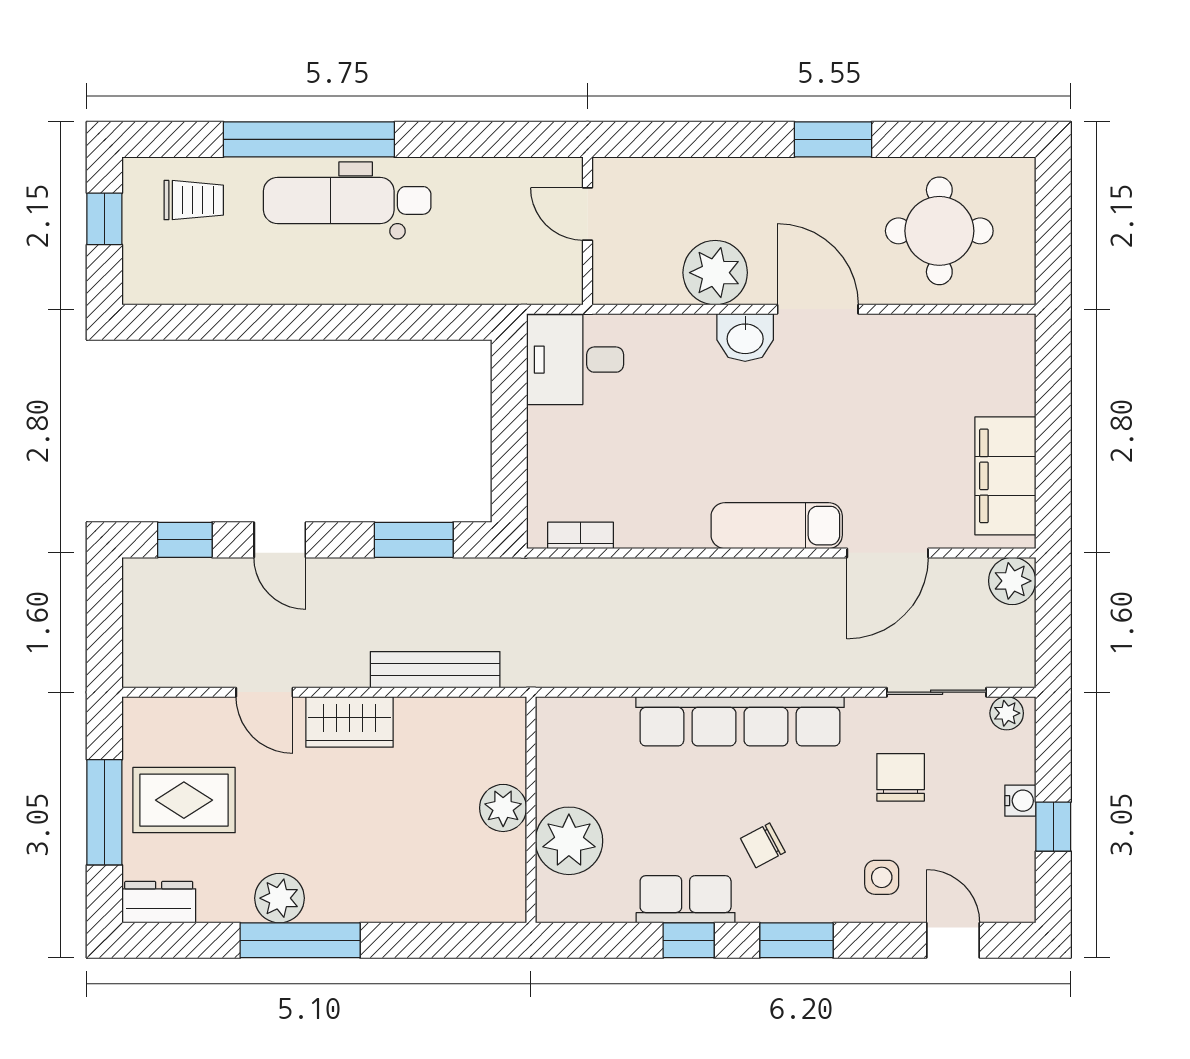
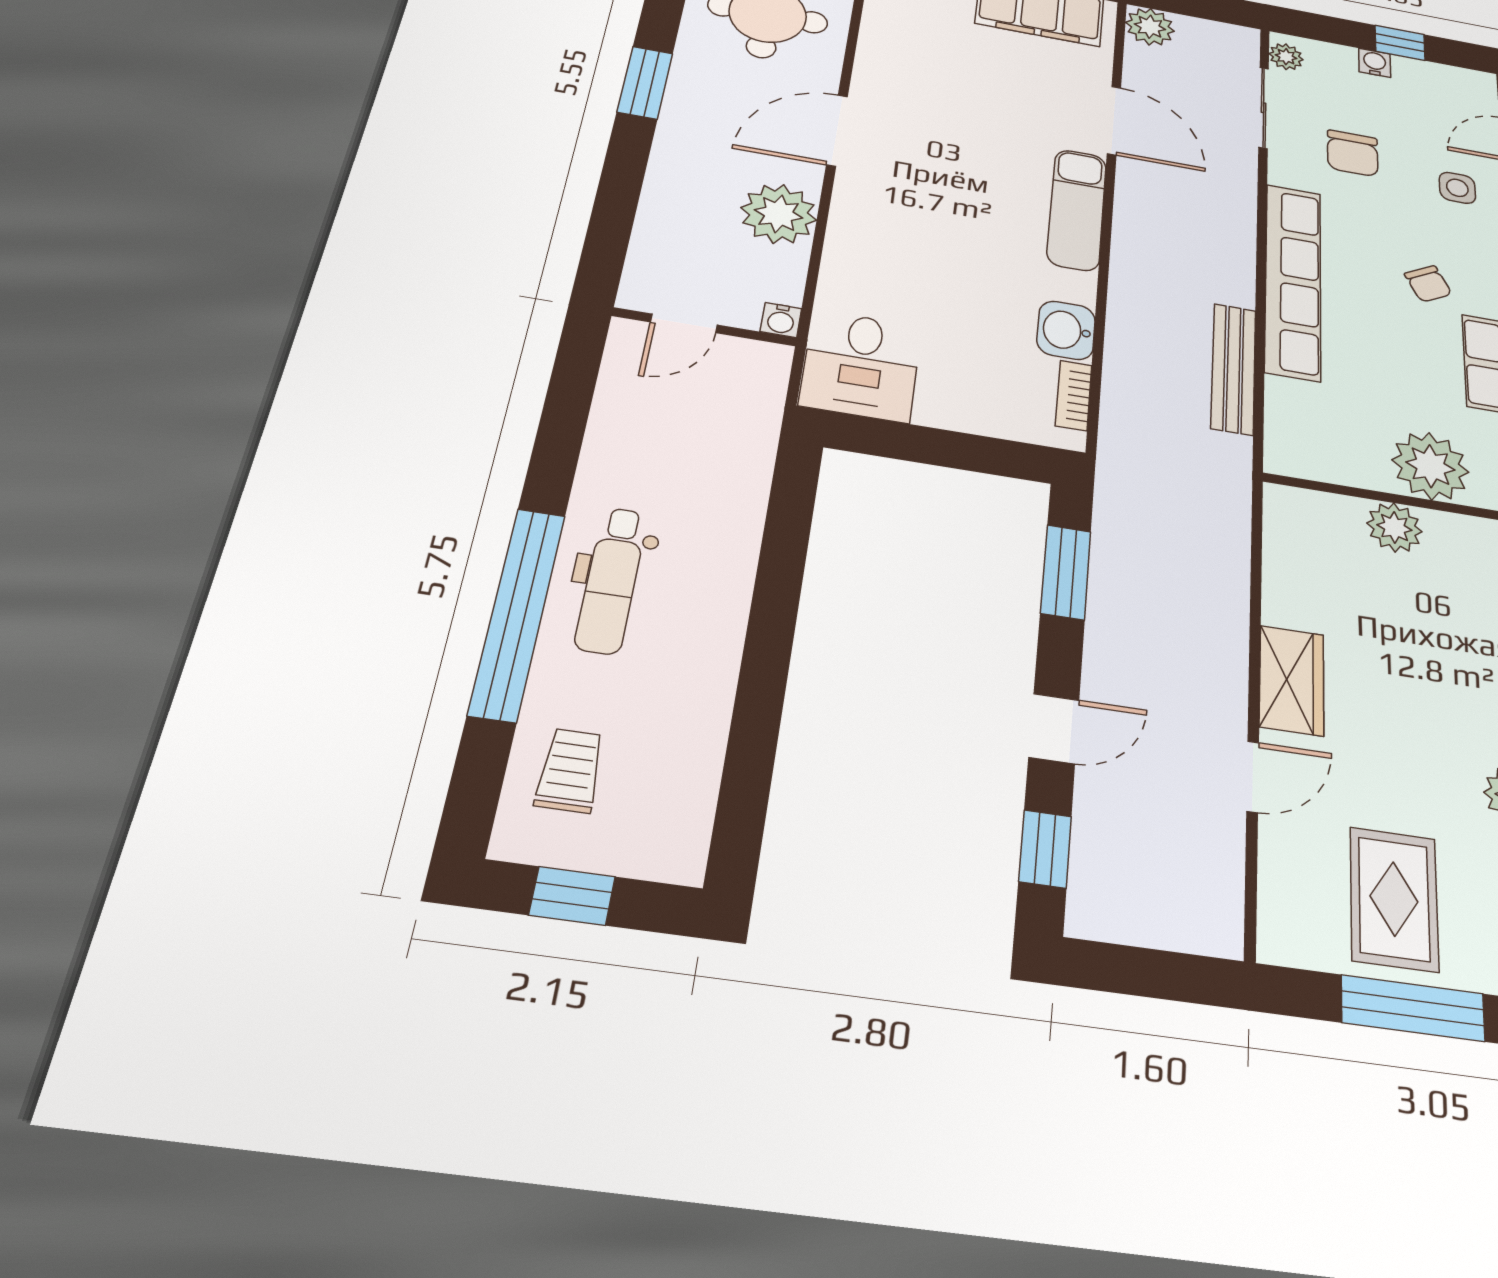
dental chair: (347, 200) -> (611, 580), width x0.73, depth x0.72
water cooler: (607, 290) -> (781, 320), added
washbasin: (745, 337) -> (1066, 330), moved, turned 180
bench: (435, 670) -> (1233, 369), moved
chair: (901, 777) -> (1353, 153), turned -90

